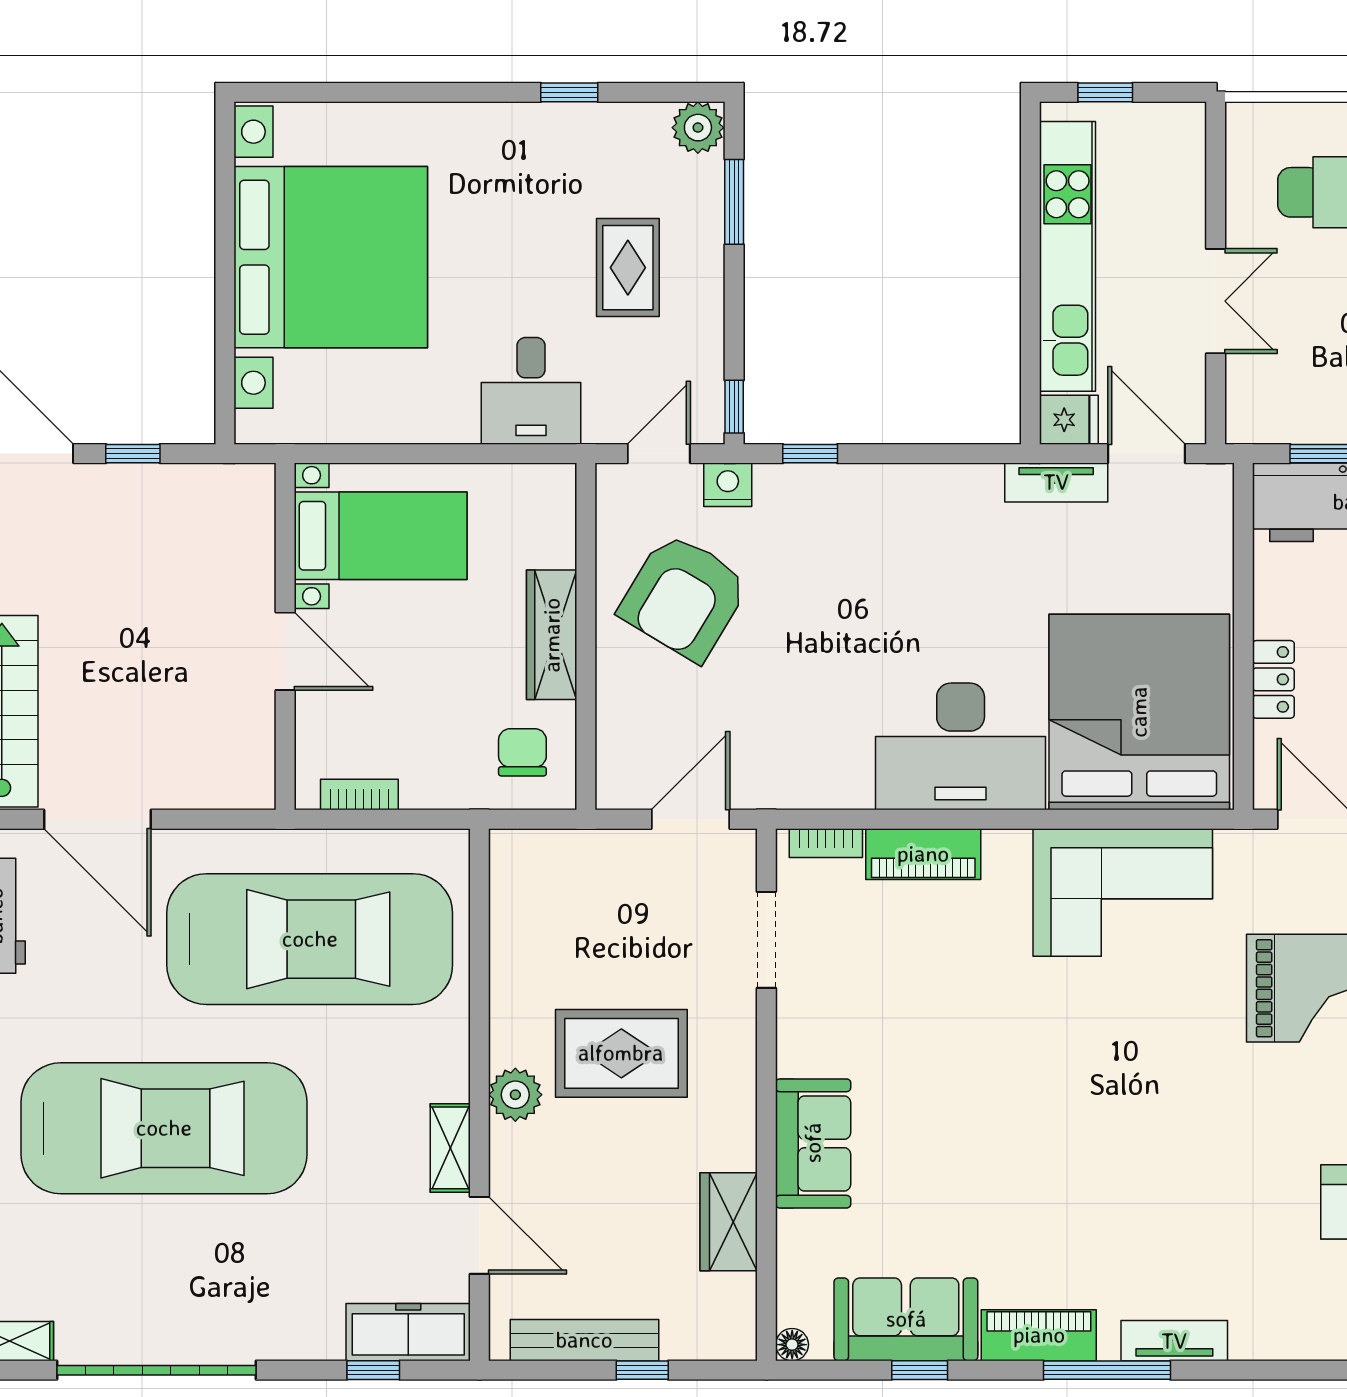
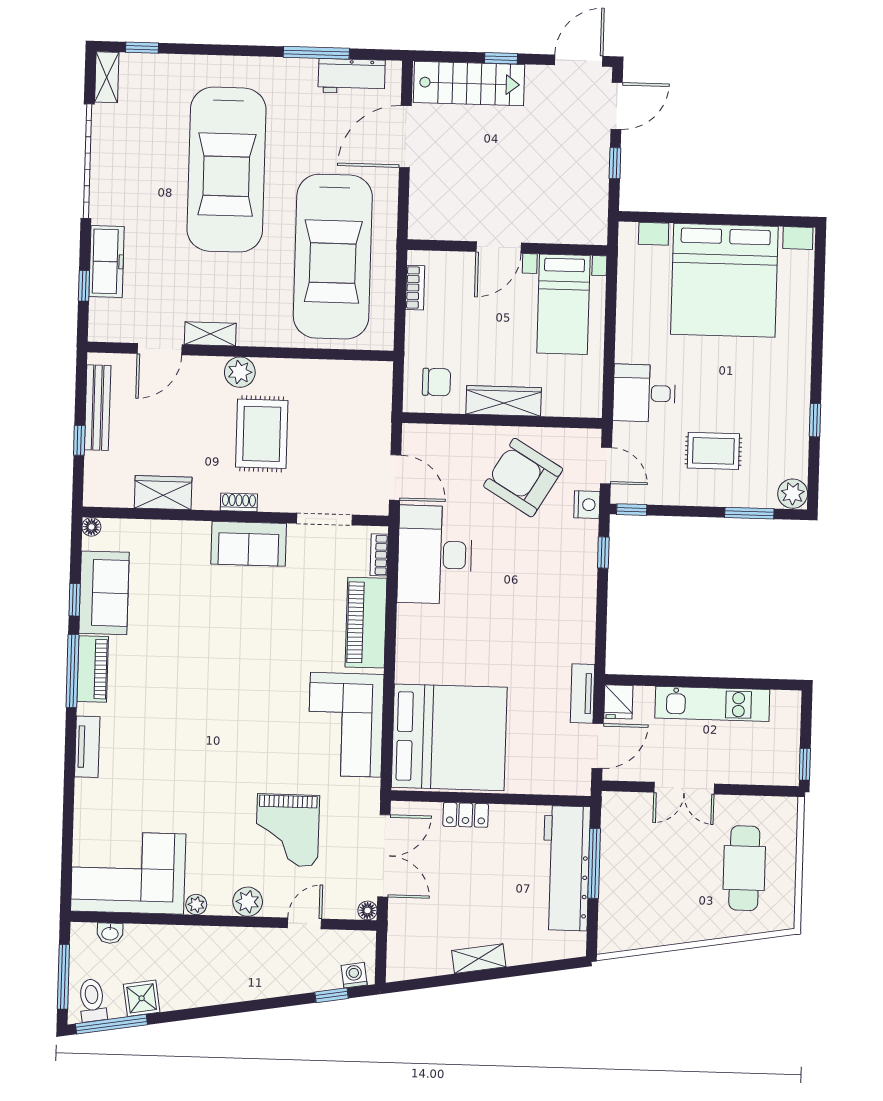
window: (1105, 92) -> (805, 764), moved
kitchen unit: (1068, 256) -> (712, 704), width x0.73
desk: (961, 746) -> (435, 555), moved
piano: (923, 854) -> (366, 623), width x1.37, depth x1.33
shoe rack: (742, 1090) -> (239, 502), added
sofa: (813, 1143) -> (249, 544), moved
freezer: (408, 1332) -> (107, 261), moved
window: (1107, 1370) -> (72, 671), moved

